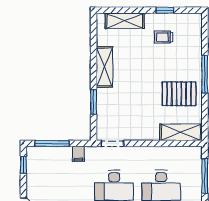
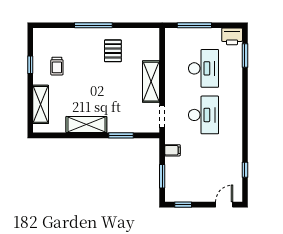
pallet: (179, 94) -> (113, 51), width x0.67, depth x0.71
shelving: (181, 132) -> (151, 82), moved
window: (52, 143) -> (162, 176), width x0.69

